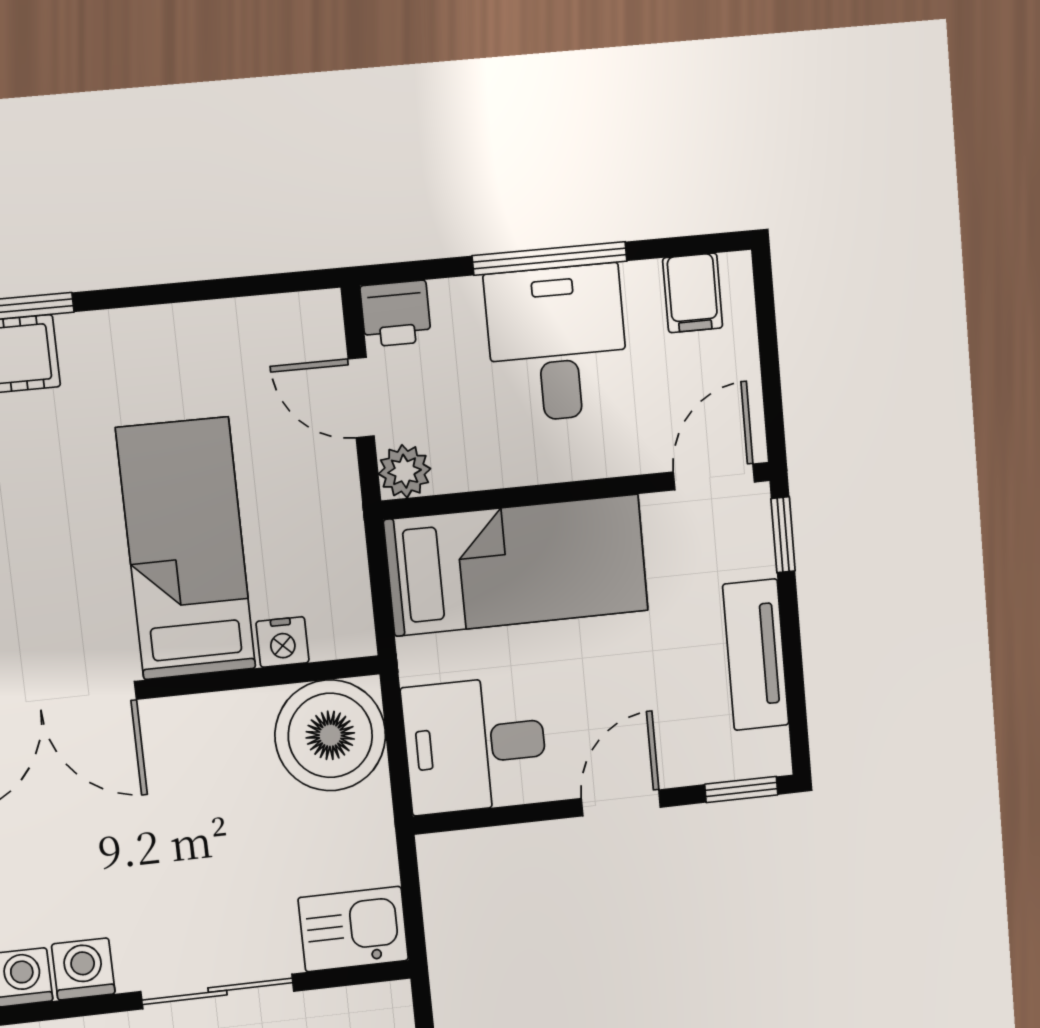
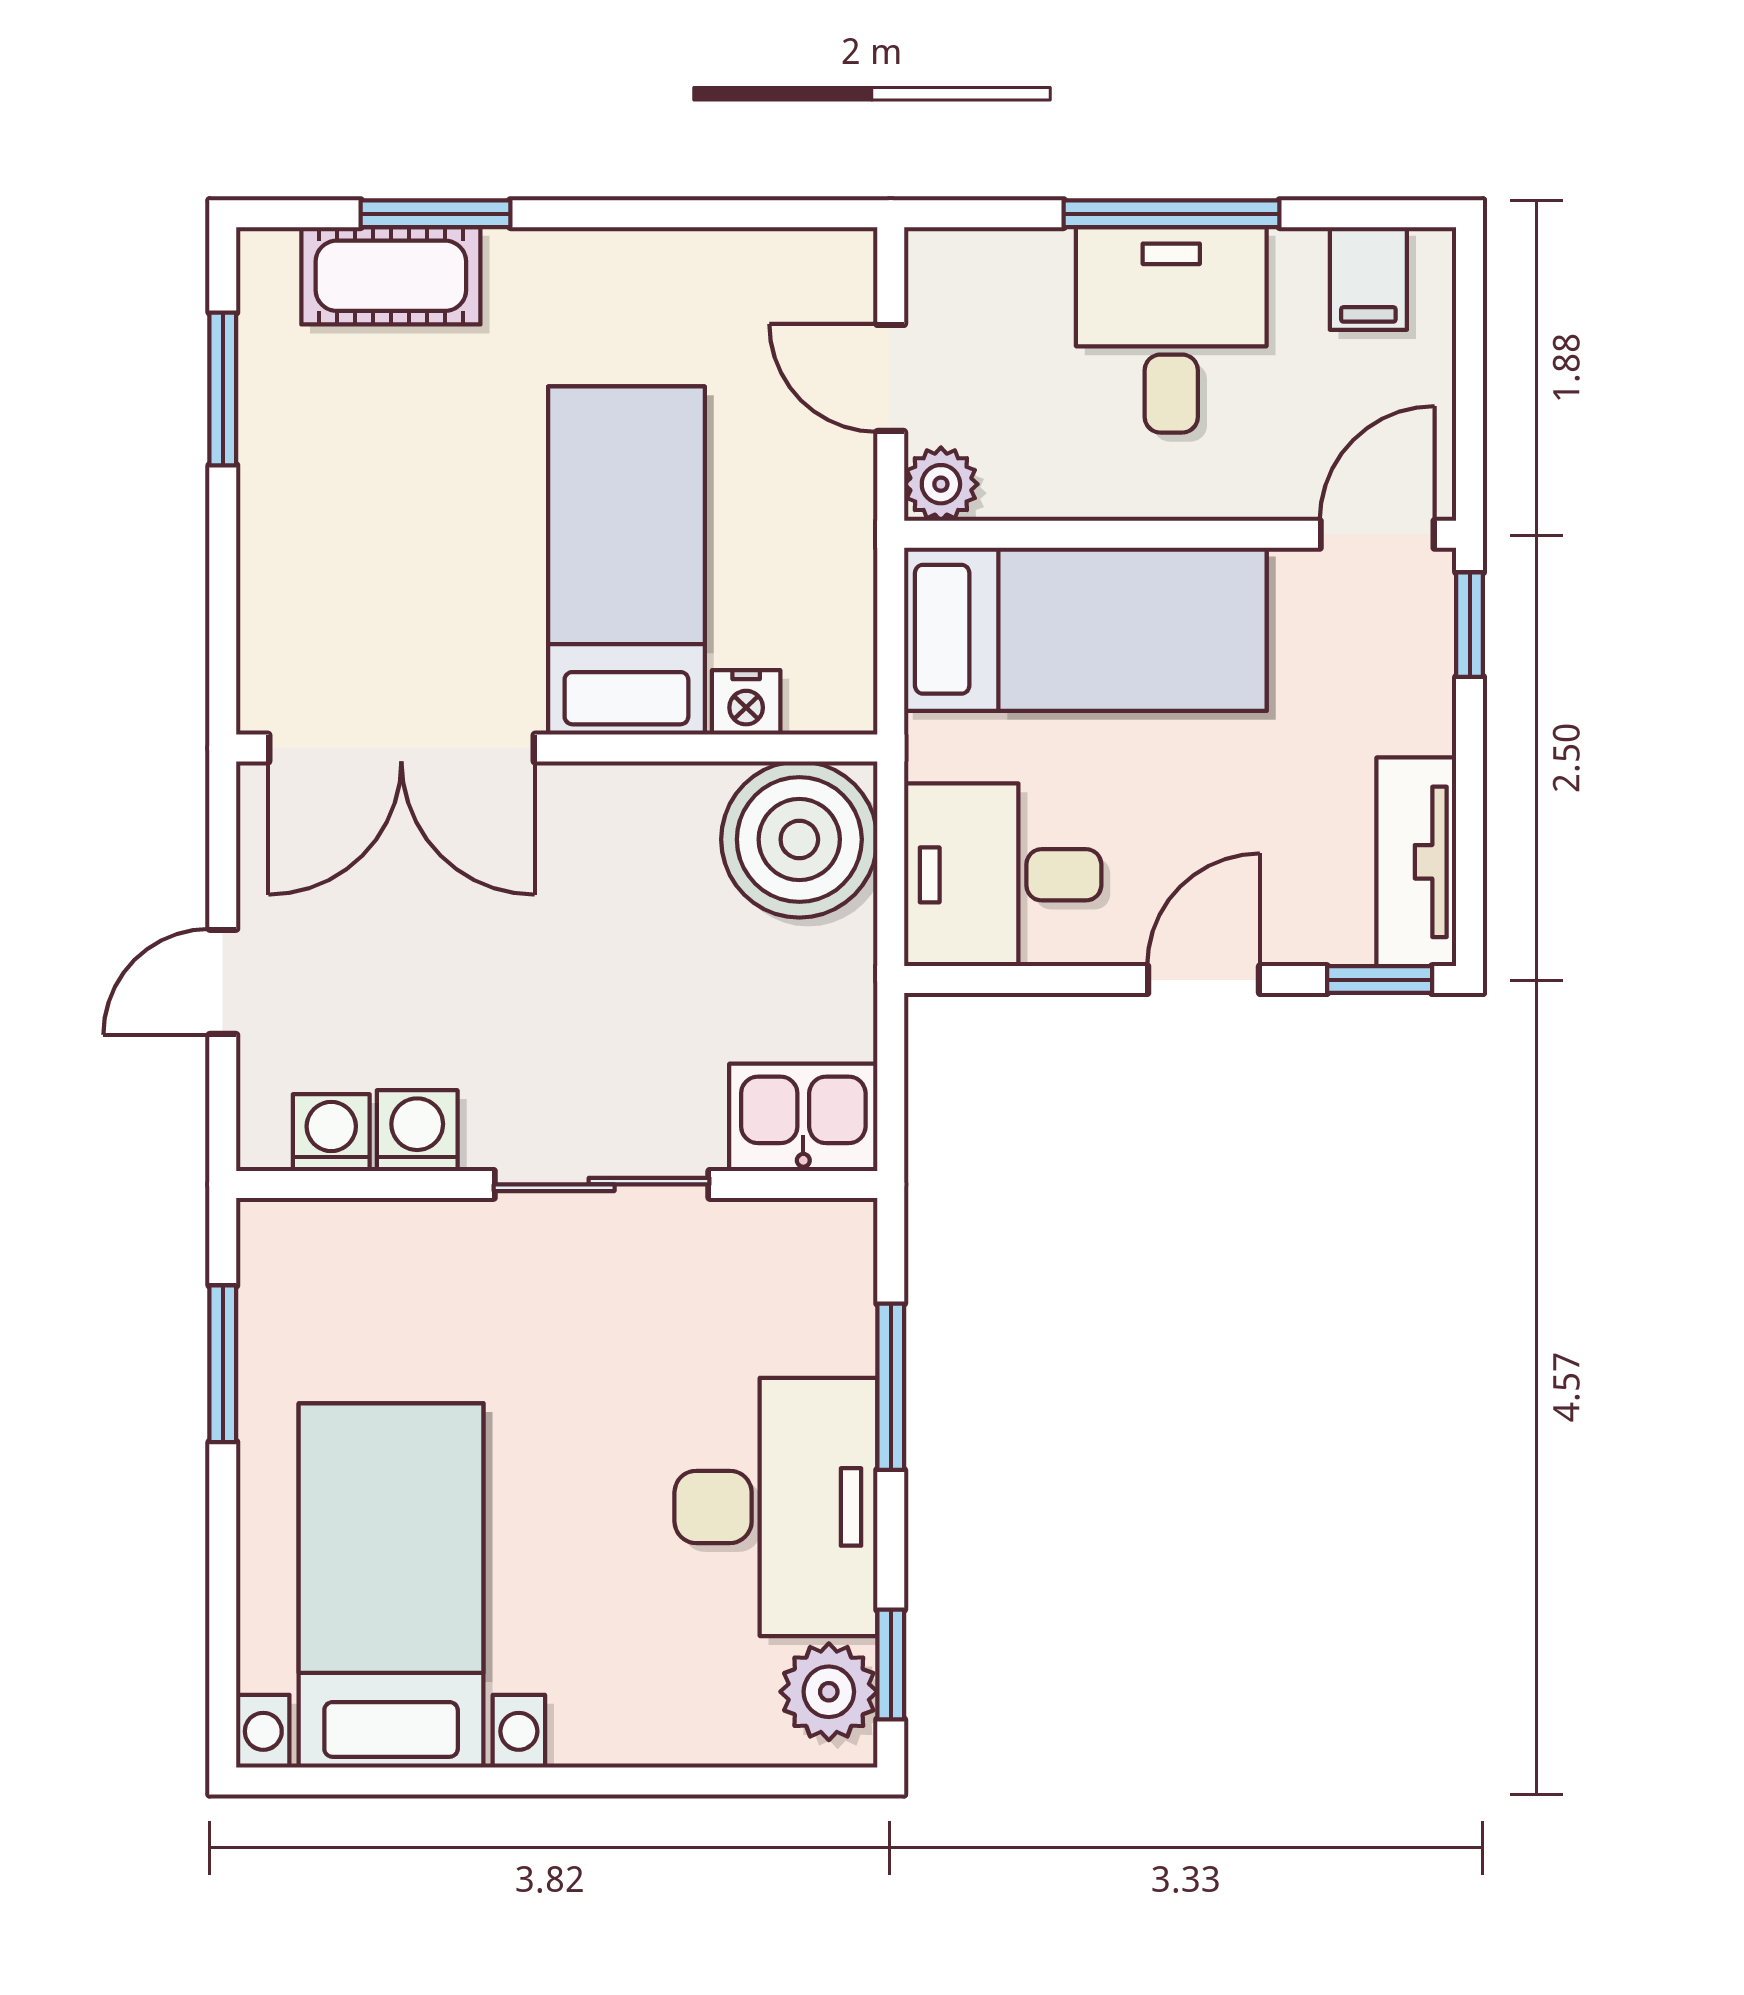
printer: (396, 314) -> (950, 269), removed
tv unit: (756, 655) -> (1416, 862), moved

